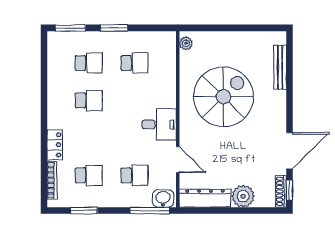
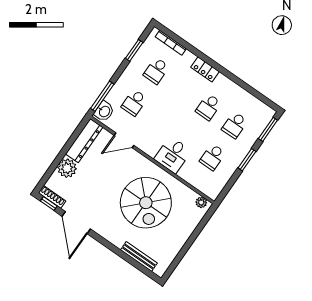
desk: (159, 125) -> (173, 155), moved
locker: (55, 145) -> (205, 69), moved

